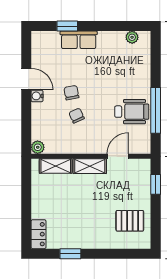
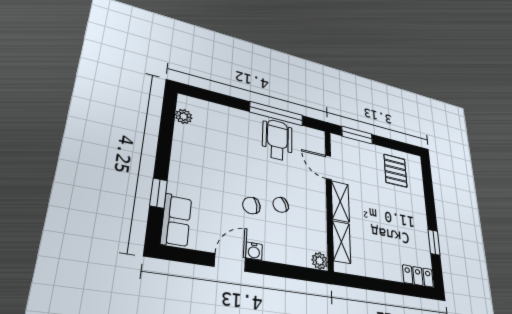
row of seats: (79, 40) -> (176, 221), moved
window: (156, 184) -> (357, 135), width x1.50

